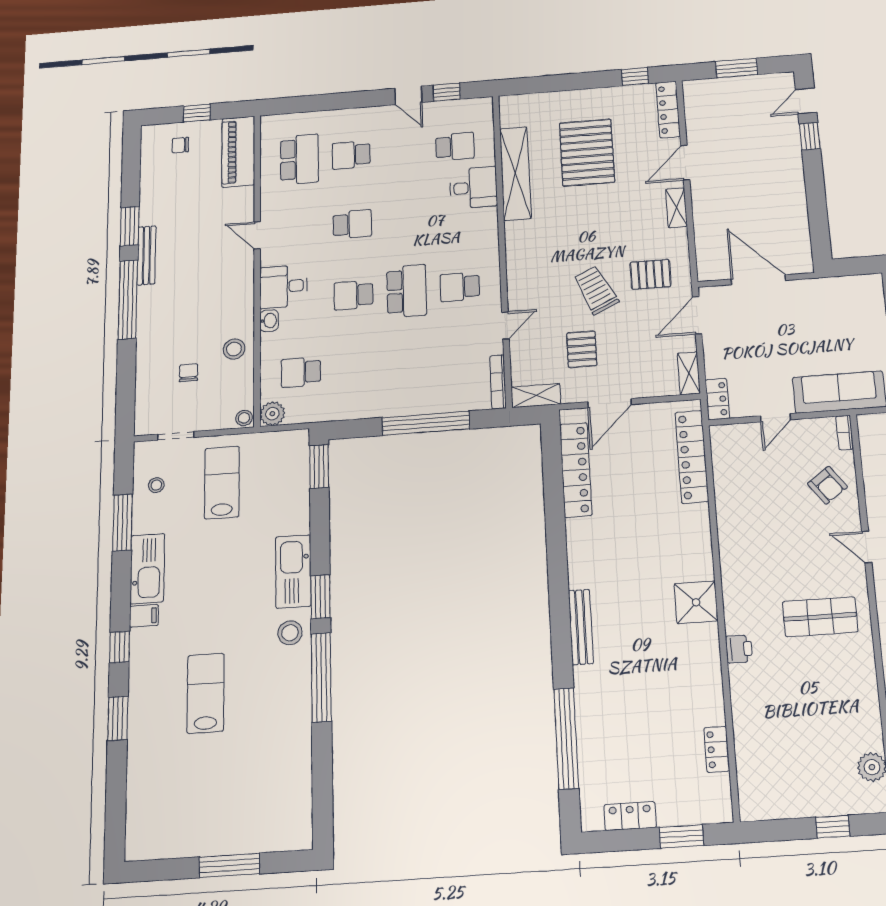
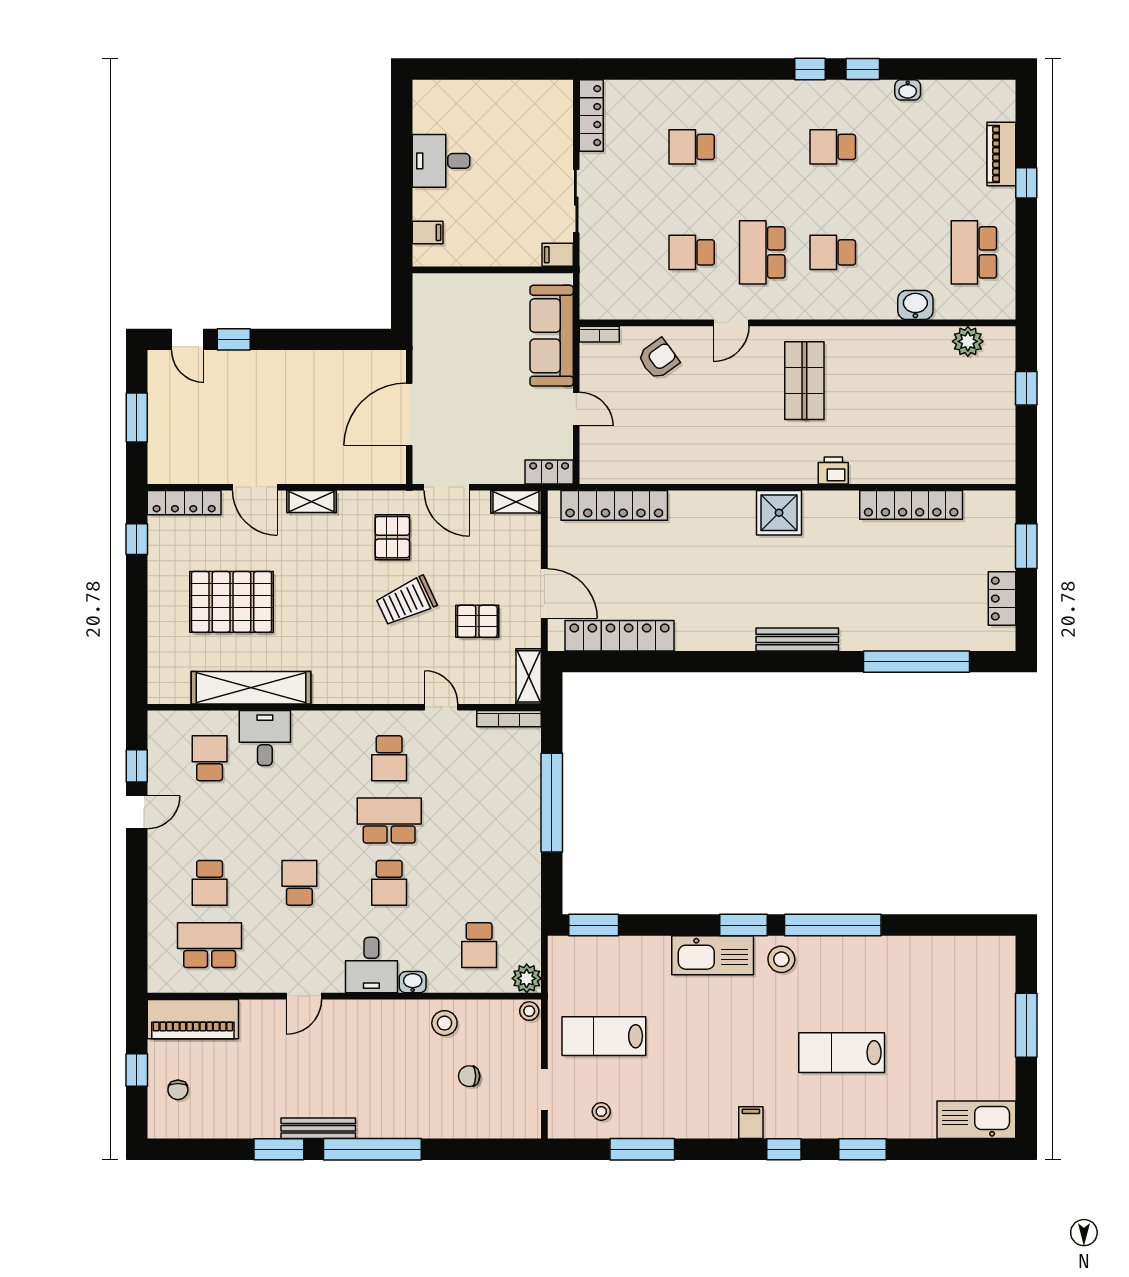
kitchen sink: (147, 569) -> (976, 1120), moved
locker: (717, 749) -> (911, 505), width x2.16, depth x1.21

